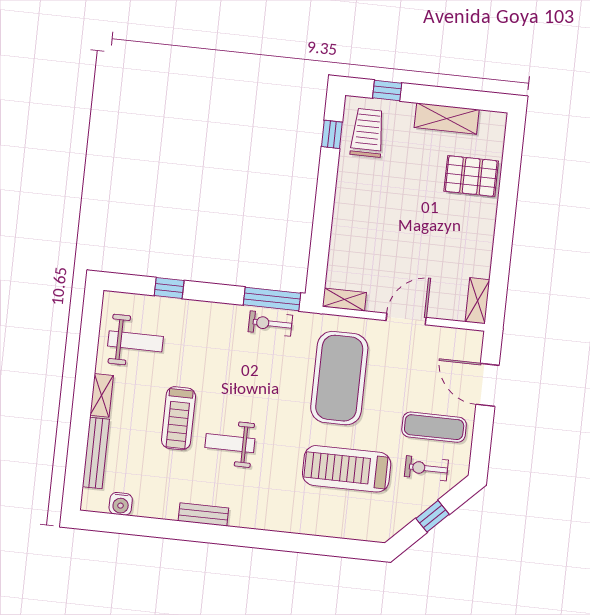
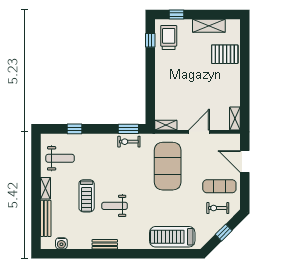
window: (272, 299) -> (128, 129), width x0.69
treadmill: (347, 469) -> (172, 237), moved

